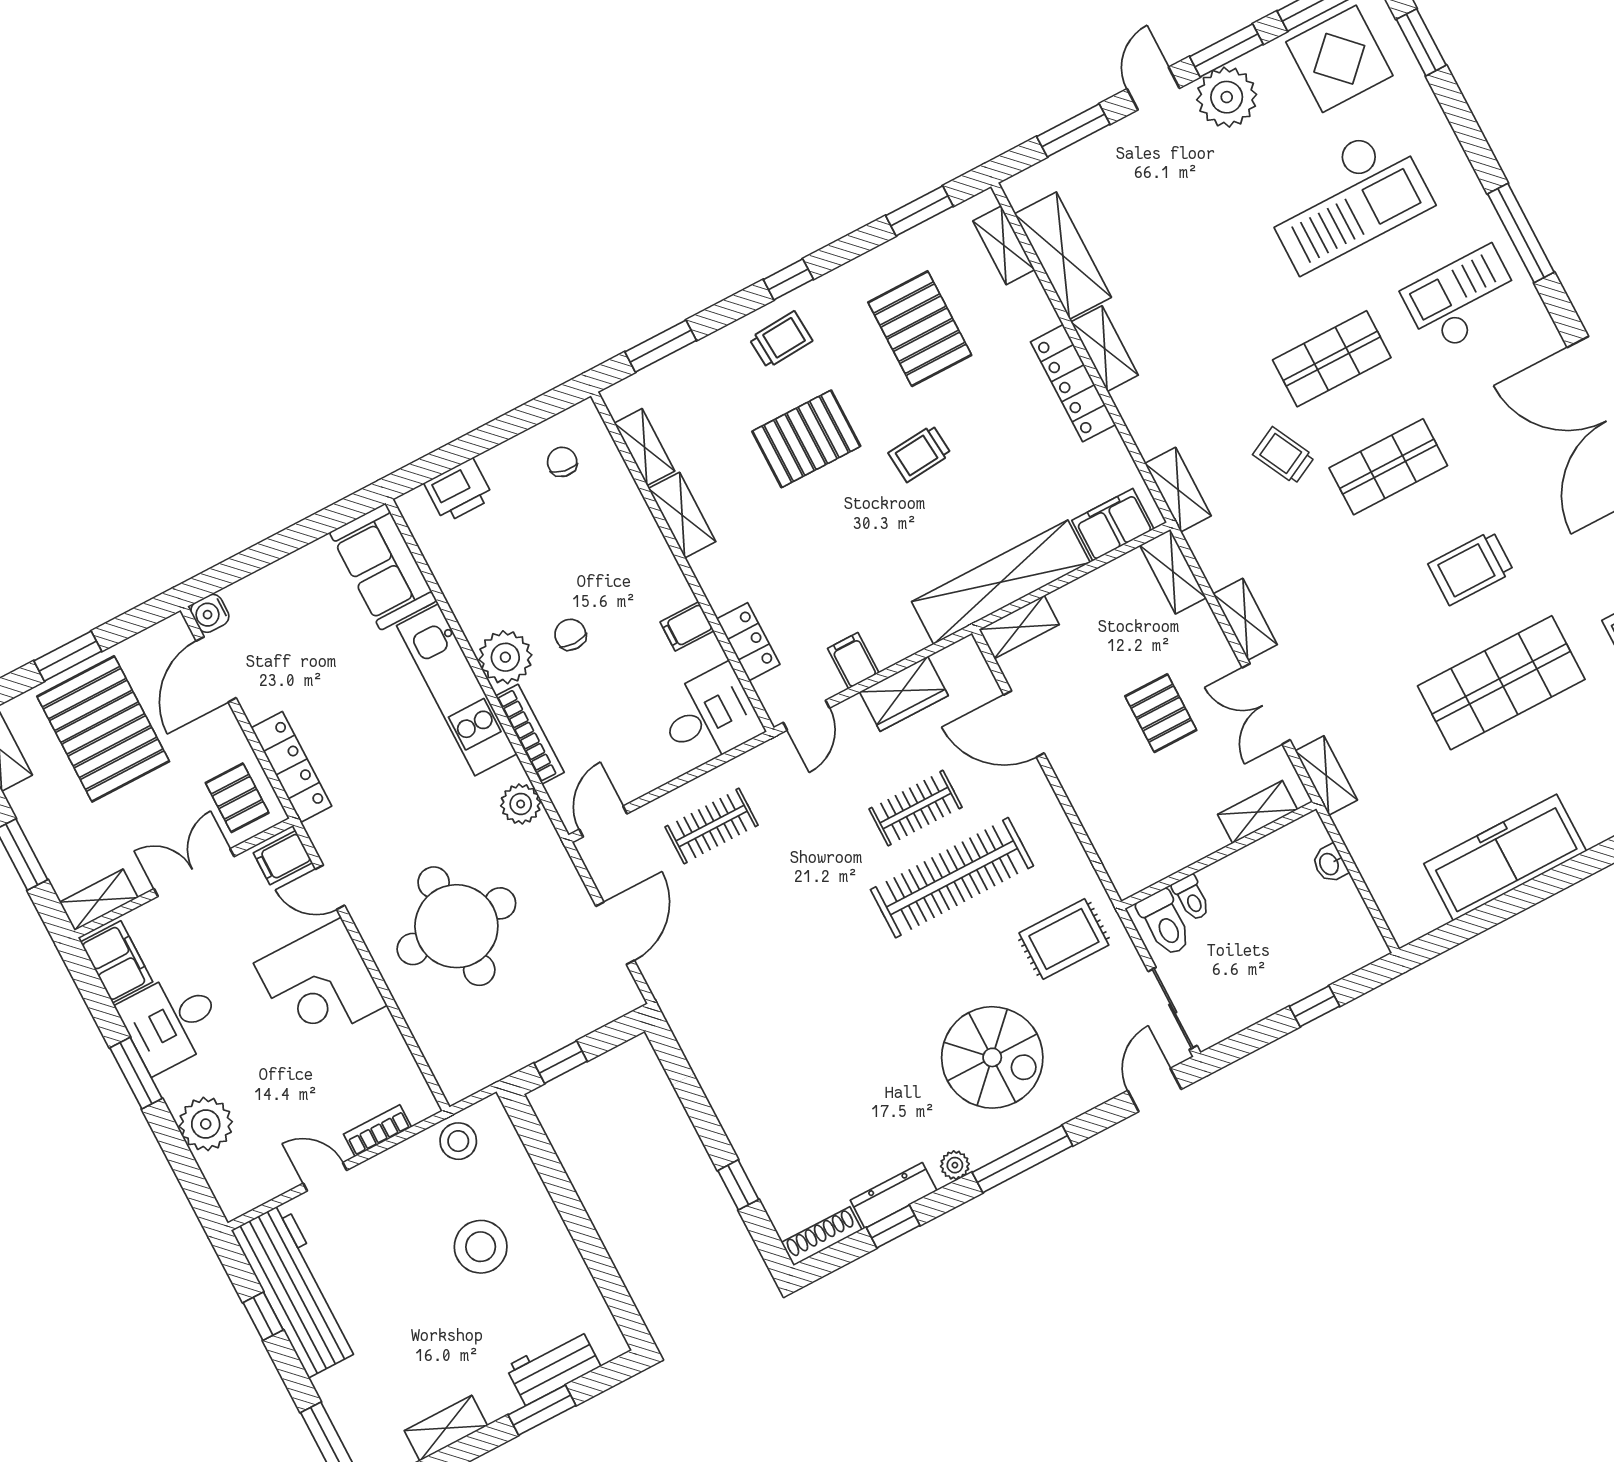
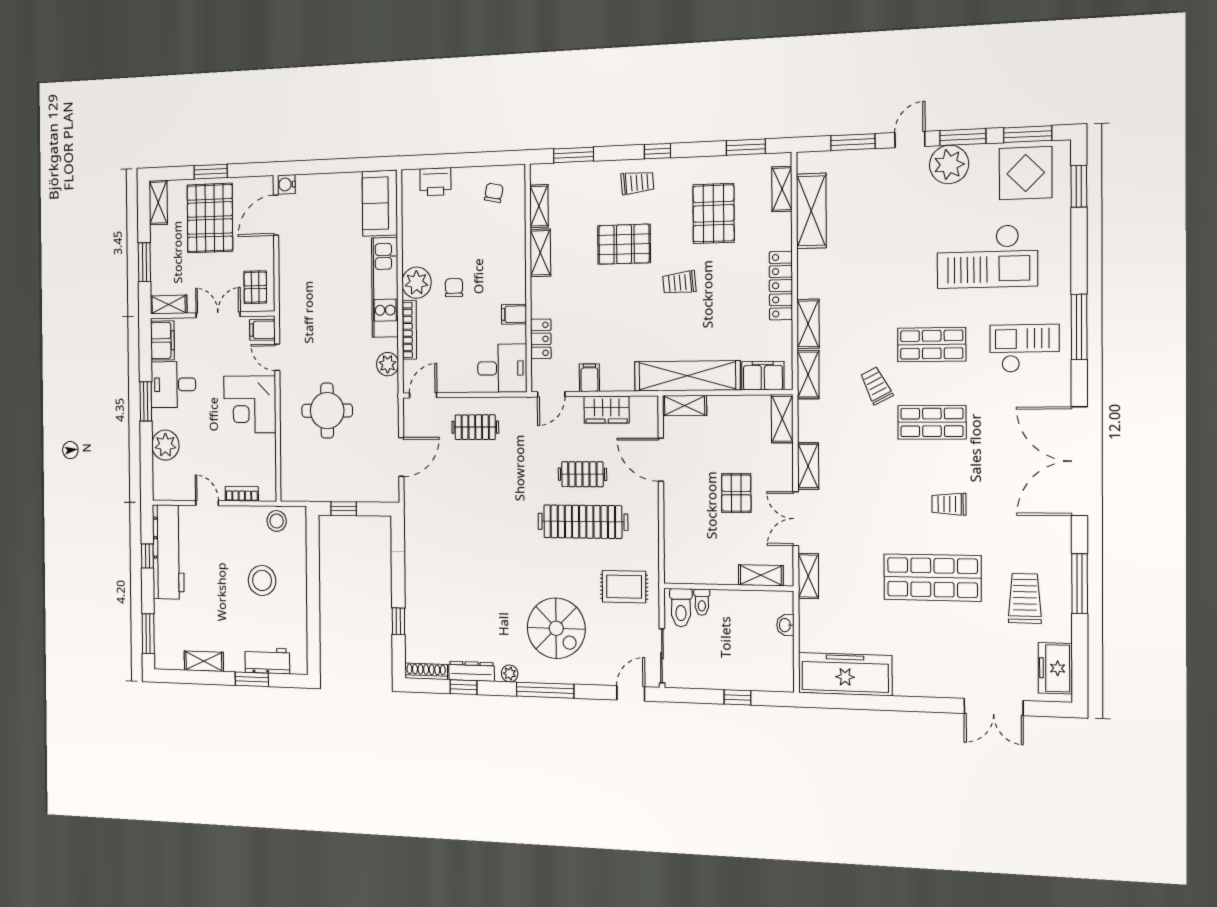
shelving: (1105, 349) -> (808, 324), moved
trolley: (1471, 568) -> (949, 504), width x0.73, depth x0.72
locker: (291, 767) -> (288, 285), removed
freezer: (1505, 857) -> (845, 674), moved
round table: (456, 926) -> (327, 411), width x0.73, depth x0.73

